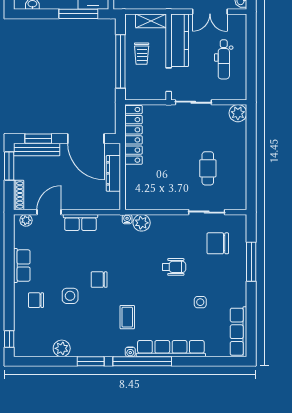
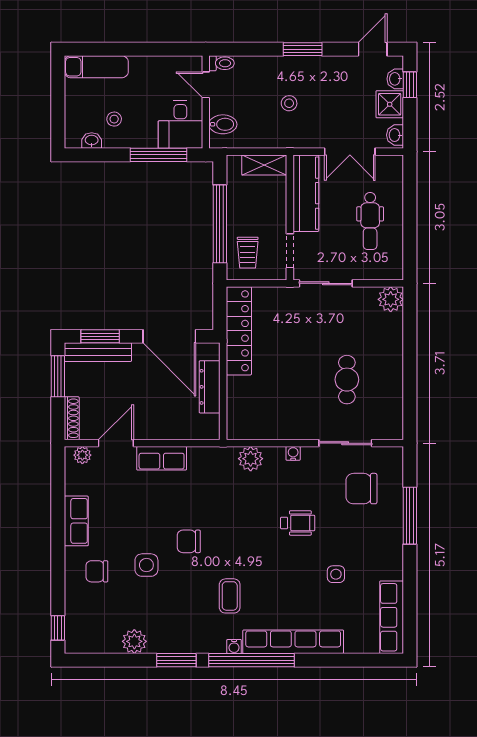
trolley: (142, 54) -> (248, 253), moved
water cooler: (127, 219) -> (293, 453), moved

